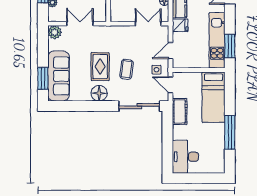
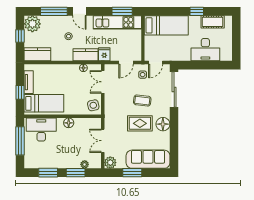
side table: (121, 13) -> (93, 105), added
door: (171, 51) -> (126, 62), hinge flipped
window: (43, 78) -> (132, 173), moved
cot: (180, 112) -> (213, 22), moved
window: (230, 132) -> (197, 11), width x0.46
desk: (185, 157) -> (205, 50), moved

